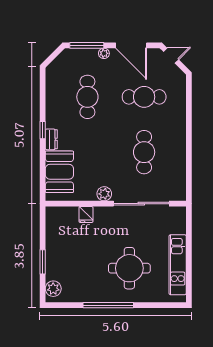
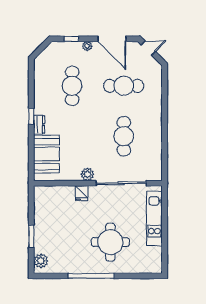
window: (87, 45) -> (71, 39), width x0.46
fridge: (86, 215) -> (82, 193), moved
kitchen unit: (178, 265) -> (154, 218), moved

